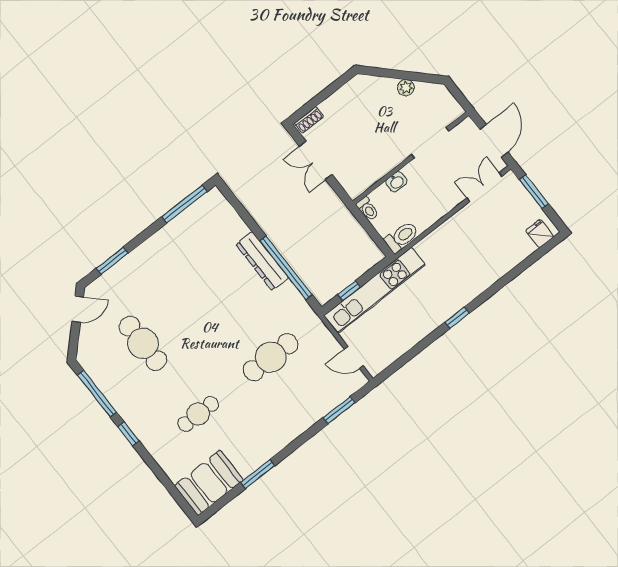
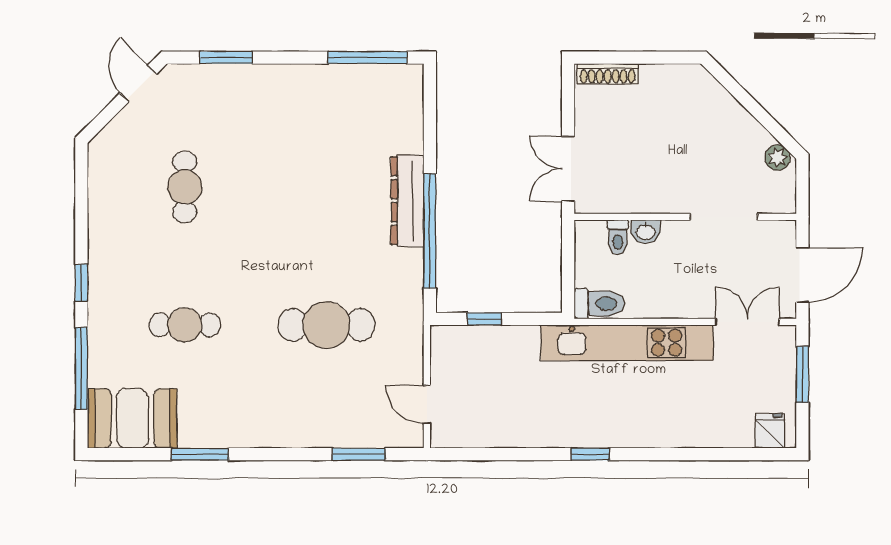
plant: (406, 88) -> (777, 158), moved
shoe rack: (309, 120) -> (608, 74), width x1.43
double door: (316, 160) -> (568, 169), moved
toilet: (368, 209) -> (618, 237), moved
kitchen unit: (375, 290) -> (627, 343), moved
door: (78, 309) -> (138, 84), swing flipped
cafe table: (143, 343) -> (185, 187), width x0.73, depth x0.74
window: (97, 394) -> (81, 368), moved

